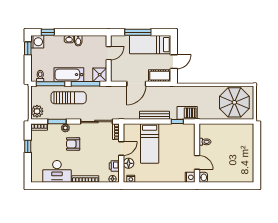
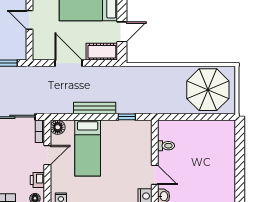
door: (109, 53) -> (29, 20), swing flipped
shower: (100, 75) -> (17, 50), removed
door: (136, 84) -> (69, 63), swing flipped
barbecue: (187, 113) -> (141, 105), removed
floor lamp: (129, 163) -> (58, 127), moved

